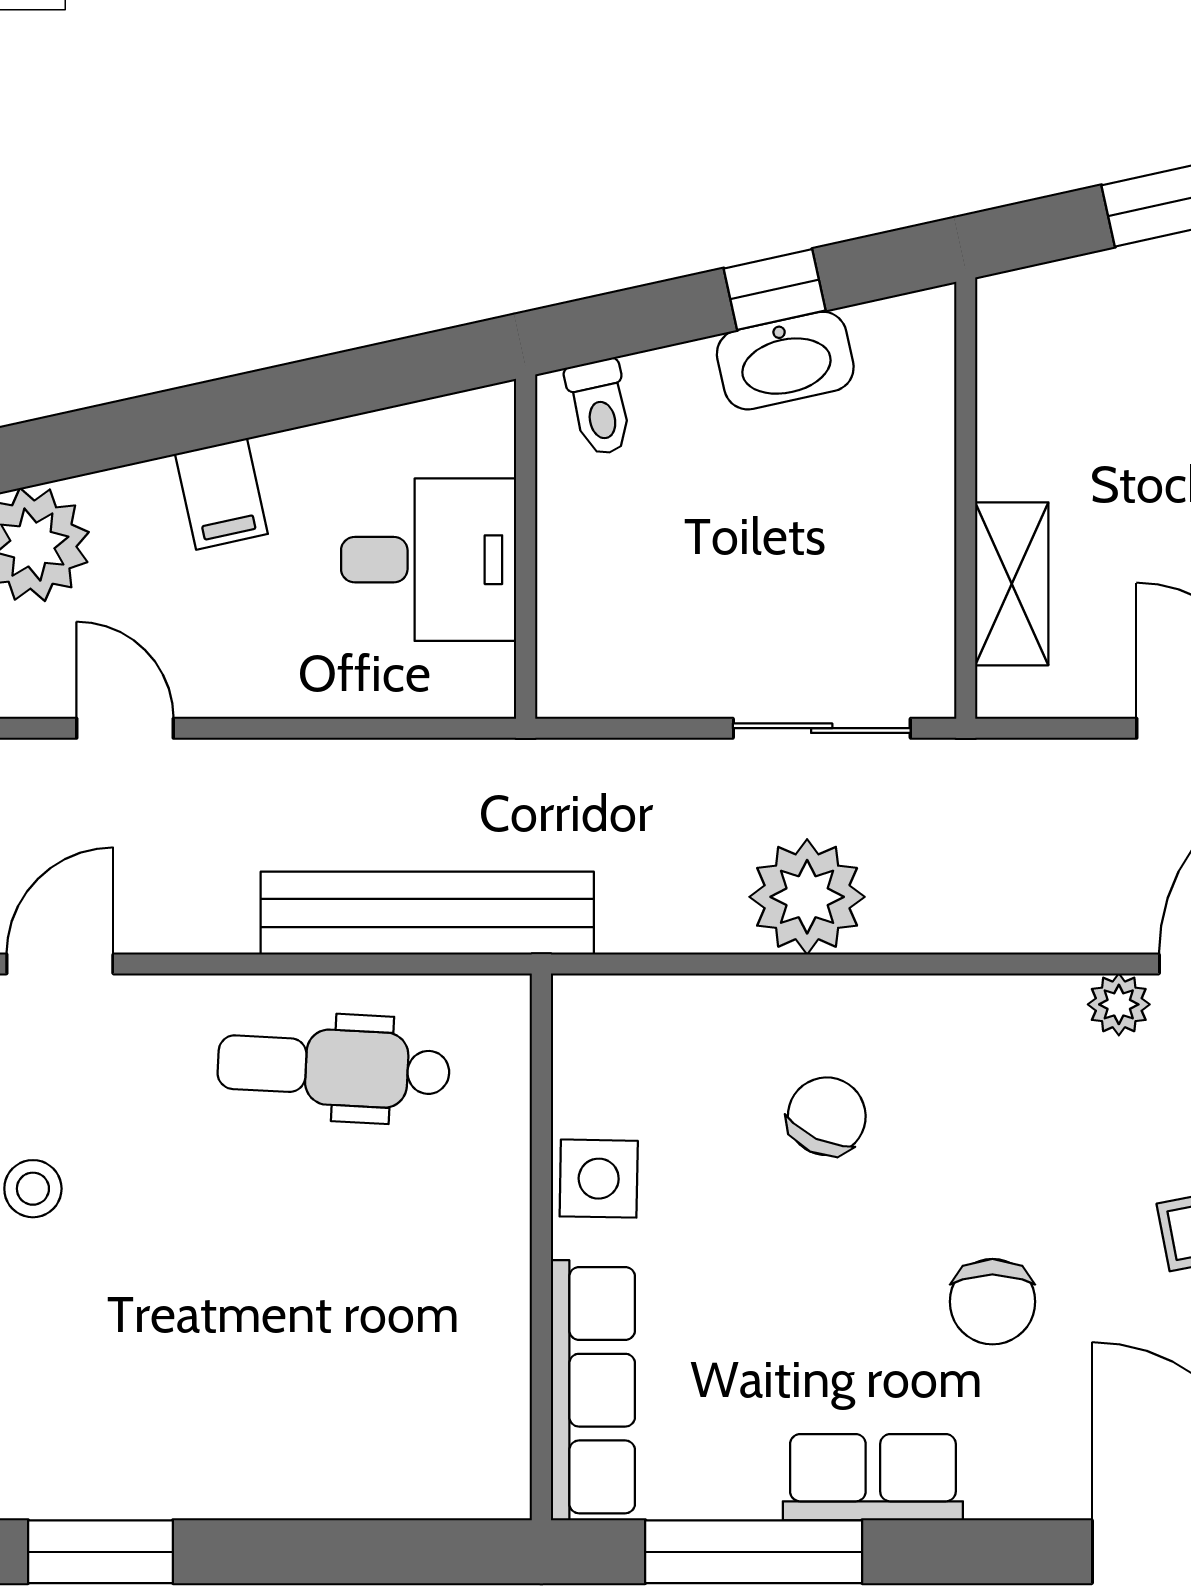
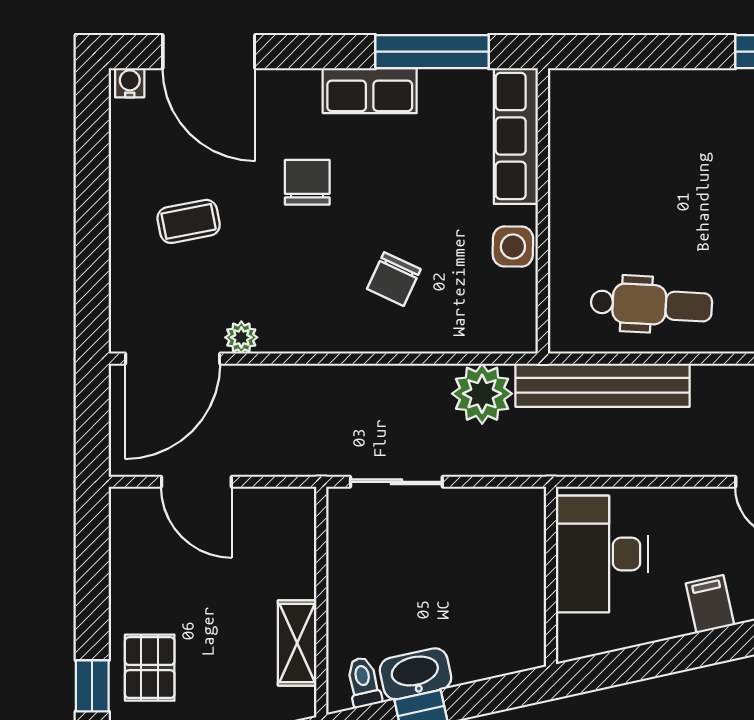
toilet: (600, 407) -> (364, 682), moved
desk: (429, 560) -> (602, 554), width x1.37
shelving: (1012, 584) -> (297, 643), moved
plant: (807, 897) -> (482, 394), moved

